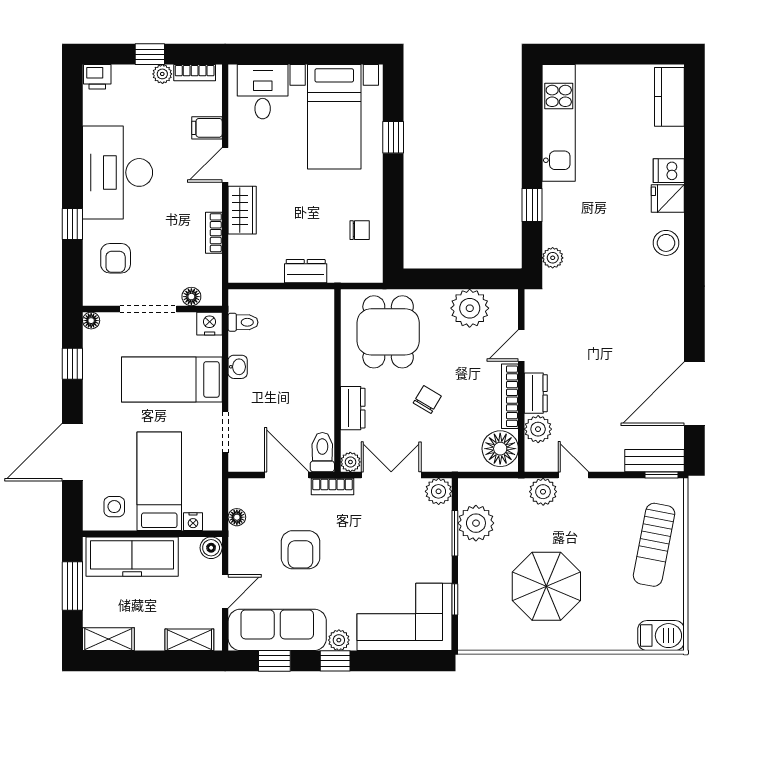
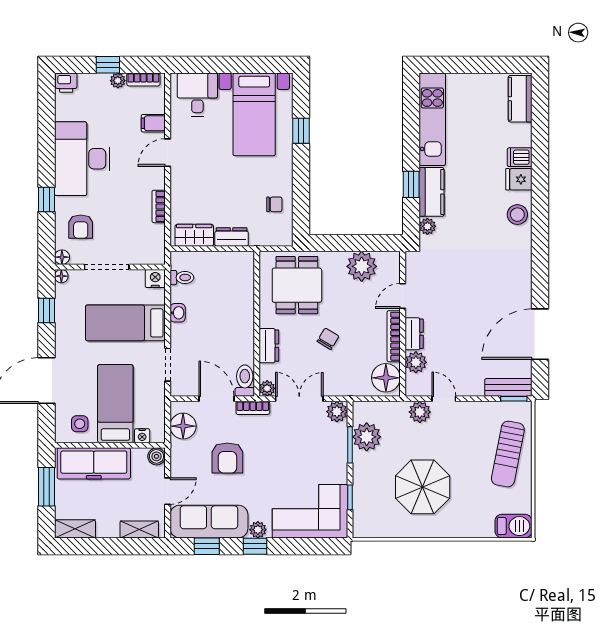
wardrobe: (242, 210) -> (194, 235), moved, turned -90
kitchen counter: (558, 214) -> (432, 192), added
floor lamp: (191, 297) -> (62, 257), moved
floor lamp: (237, 517) -> (183, 426), width x1.89, depth x1.89

